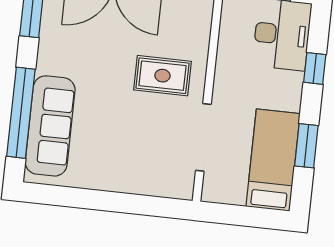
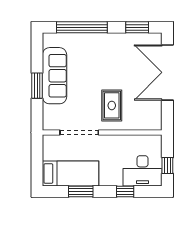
sofa: (50, 126) -> (54, 76), moved, turned -90
window: (114, 202) -> (37, 86), added

